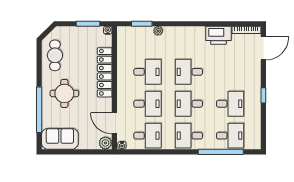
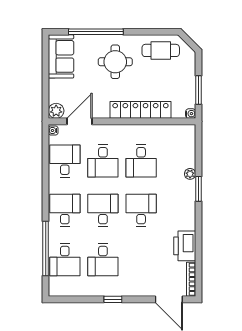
window: (142, 24) -> (198, 189), moved
desk: (147, 136) -> (65, 161), turned 180

